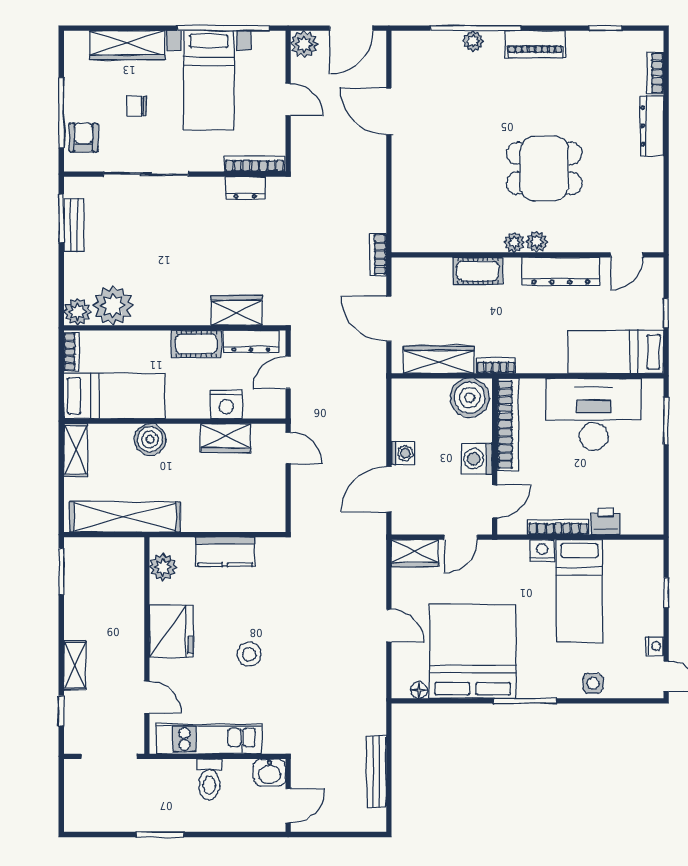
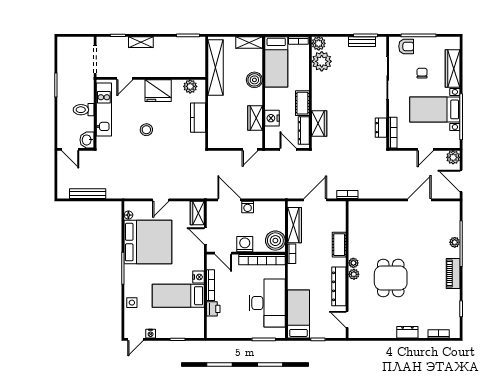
dresser: (652, 126) -> (407, 332), width x0.70

